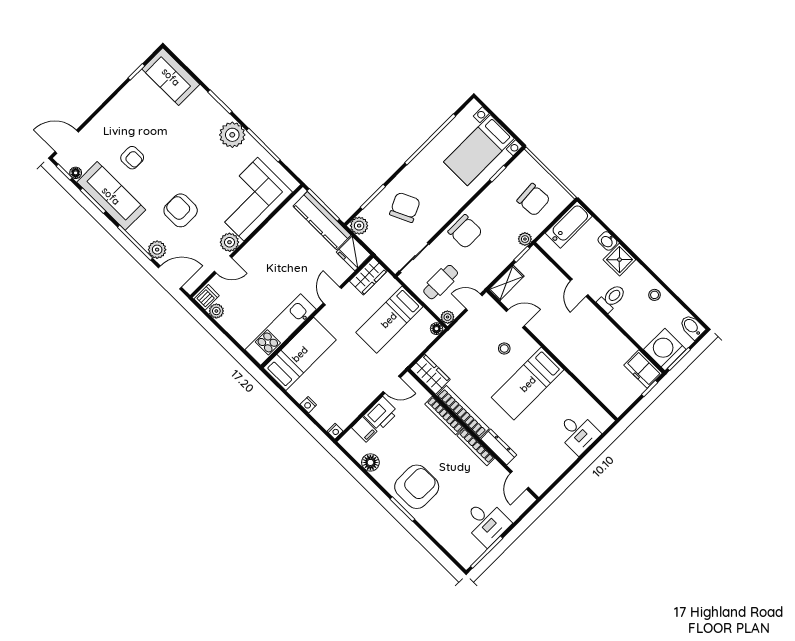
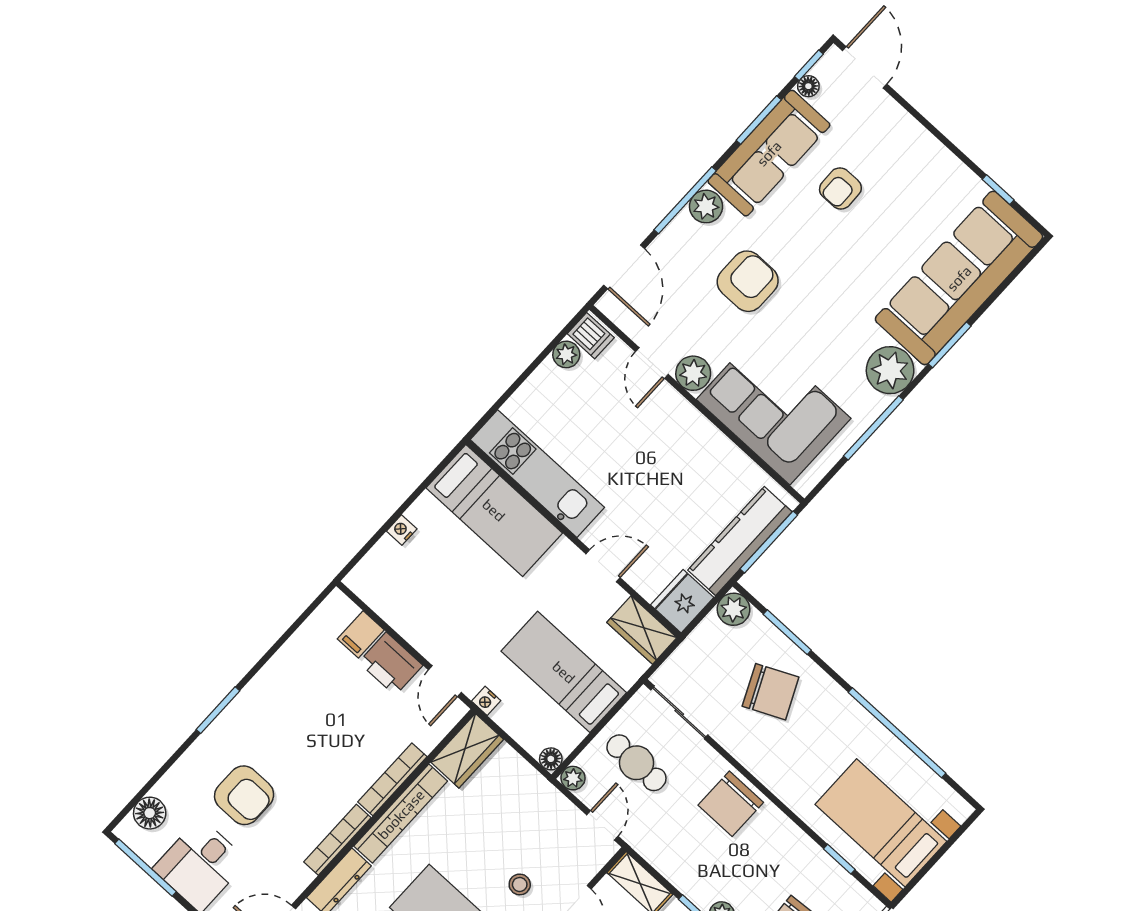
sofa: (171, 77) -> (959, 278), width x1.85, depth x1.27
plant: (157, 250) -> (706, 206), moved
nightstand: (335, 431) -> (486, 701), moved
floor lamp: (370, 462) -> (150, 813), moved
armchair: (417, 487) -> (244, 795), moved, width x0.73, depth x0.73

